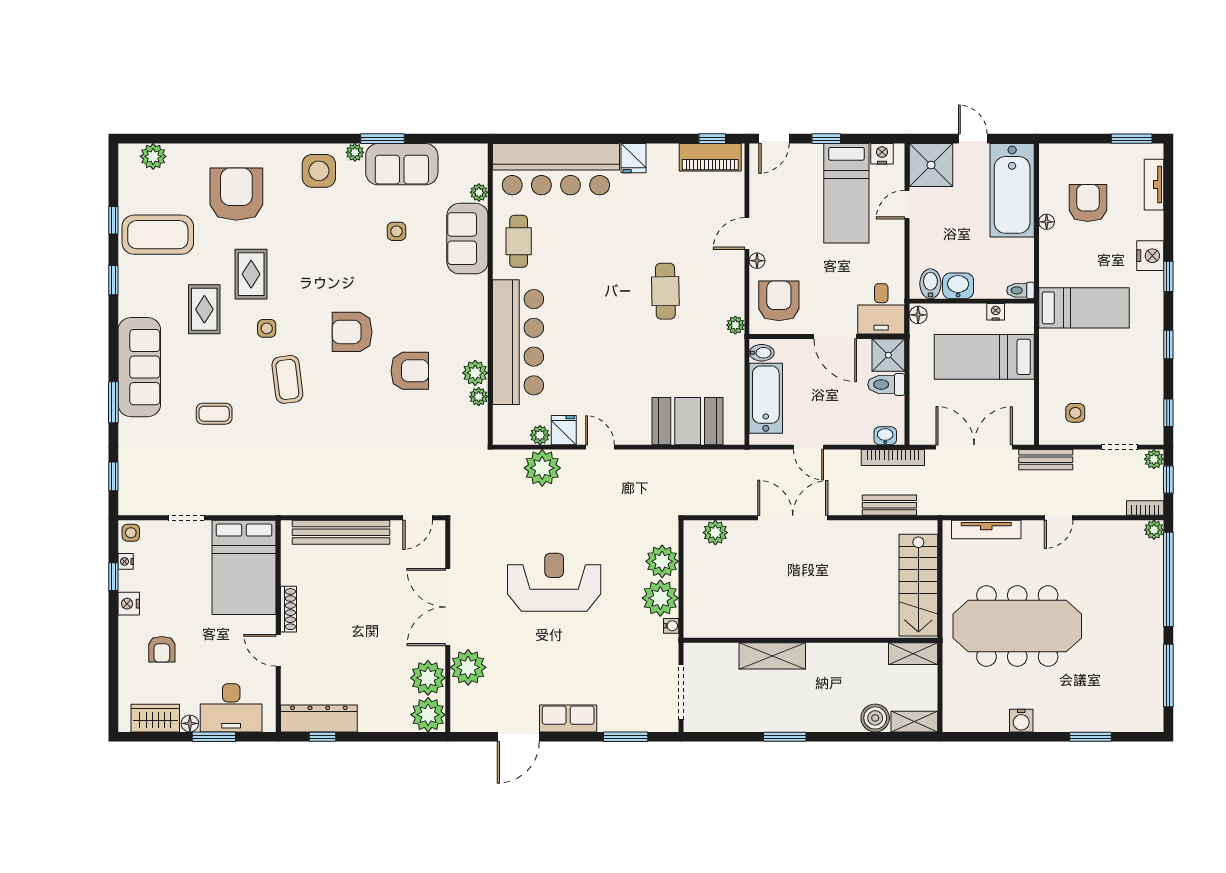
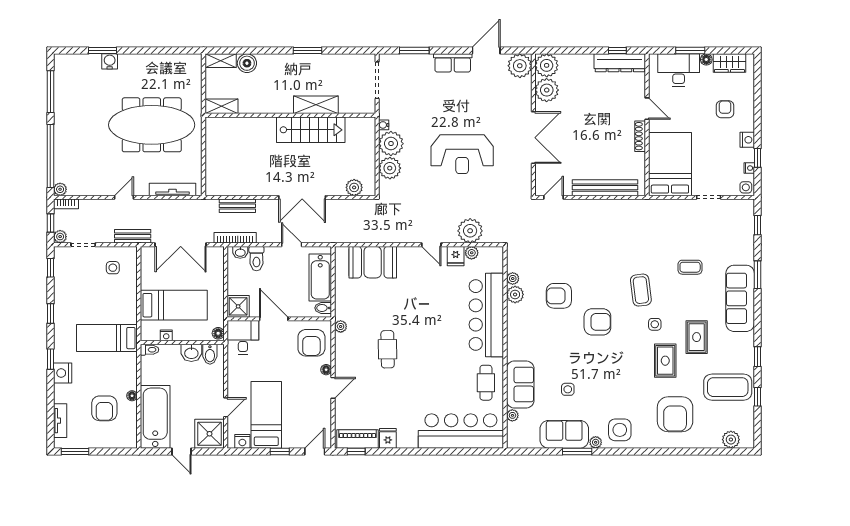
fridge: (634, 158) -> (388, 438), moved
toilet: (886, 384) -> (256, 259), moved, turned 90
stairs: (918, 585) -> (311, 130), moved, turned 90
plant: (468, 667) -> (520, 66), moved
water cooler: (1021, 721) -> (110, 61), moved

